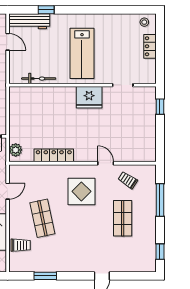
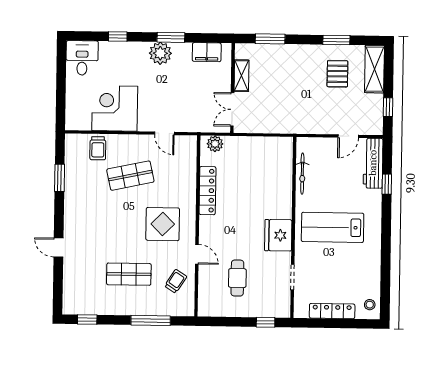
locker: (150, 46) -> (332, 311), width x1.53
cafe table: (124, 130) -> (237, 278), added
door: (106, 163) -> (197, 254), hinge flipped

